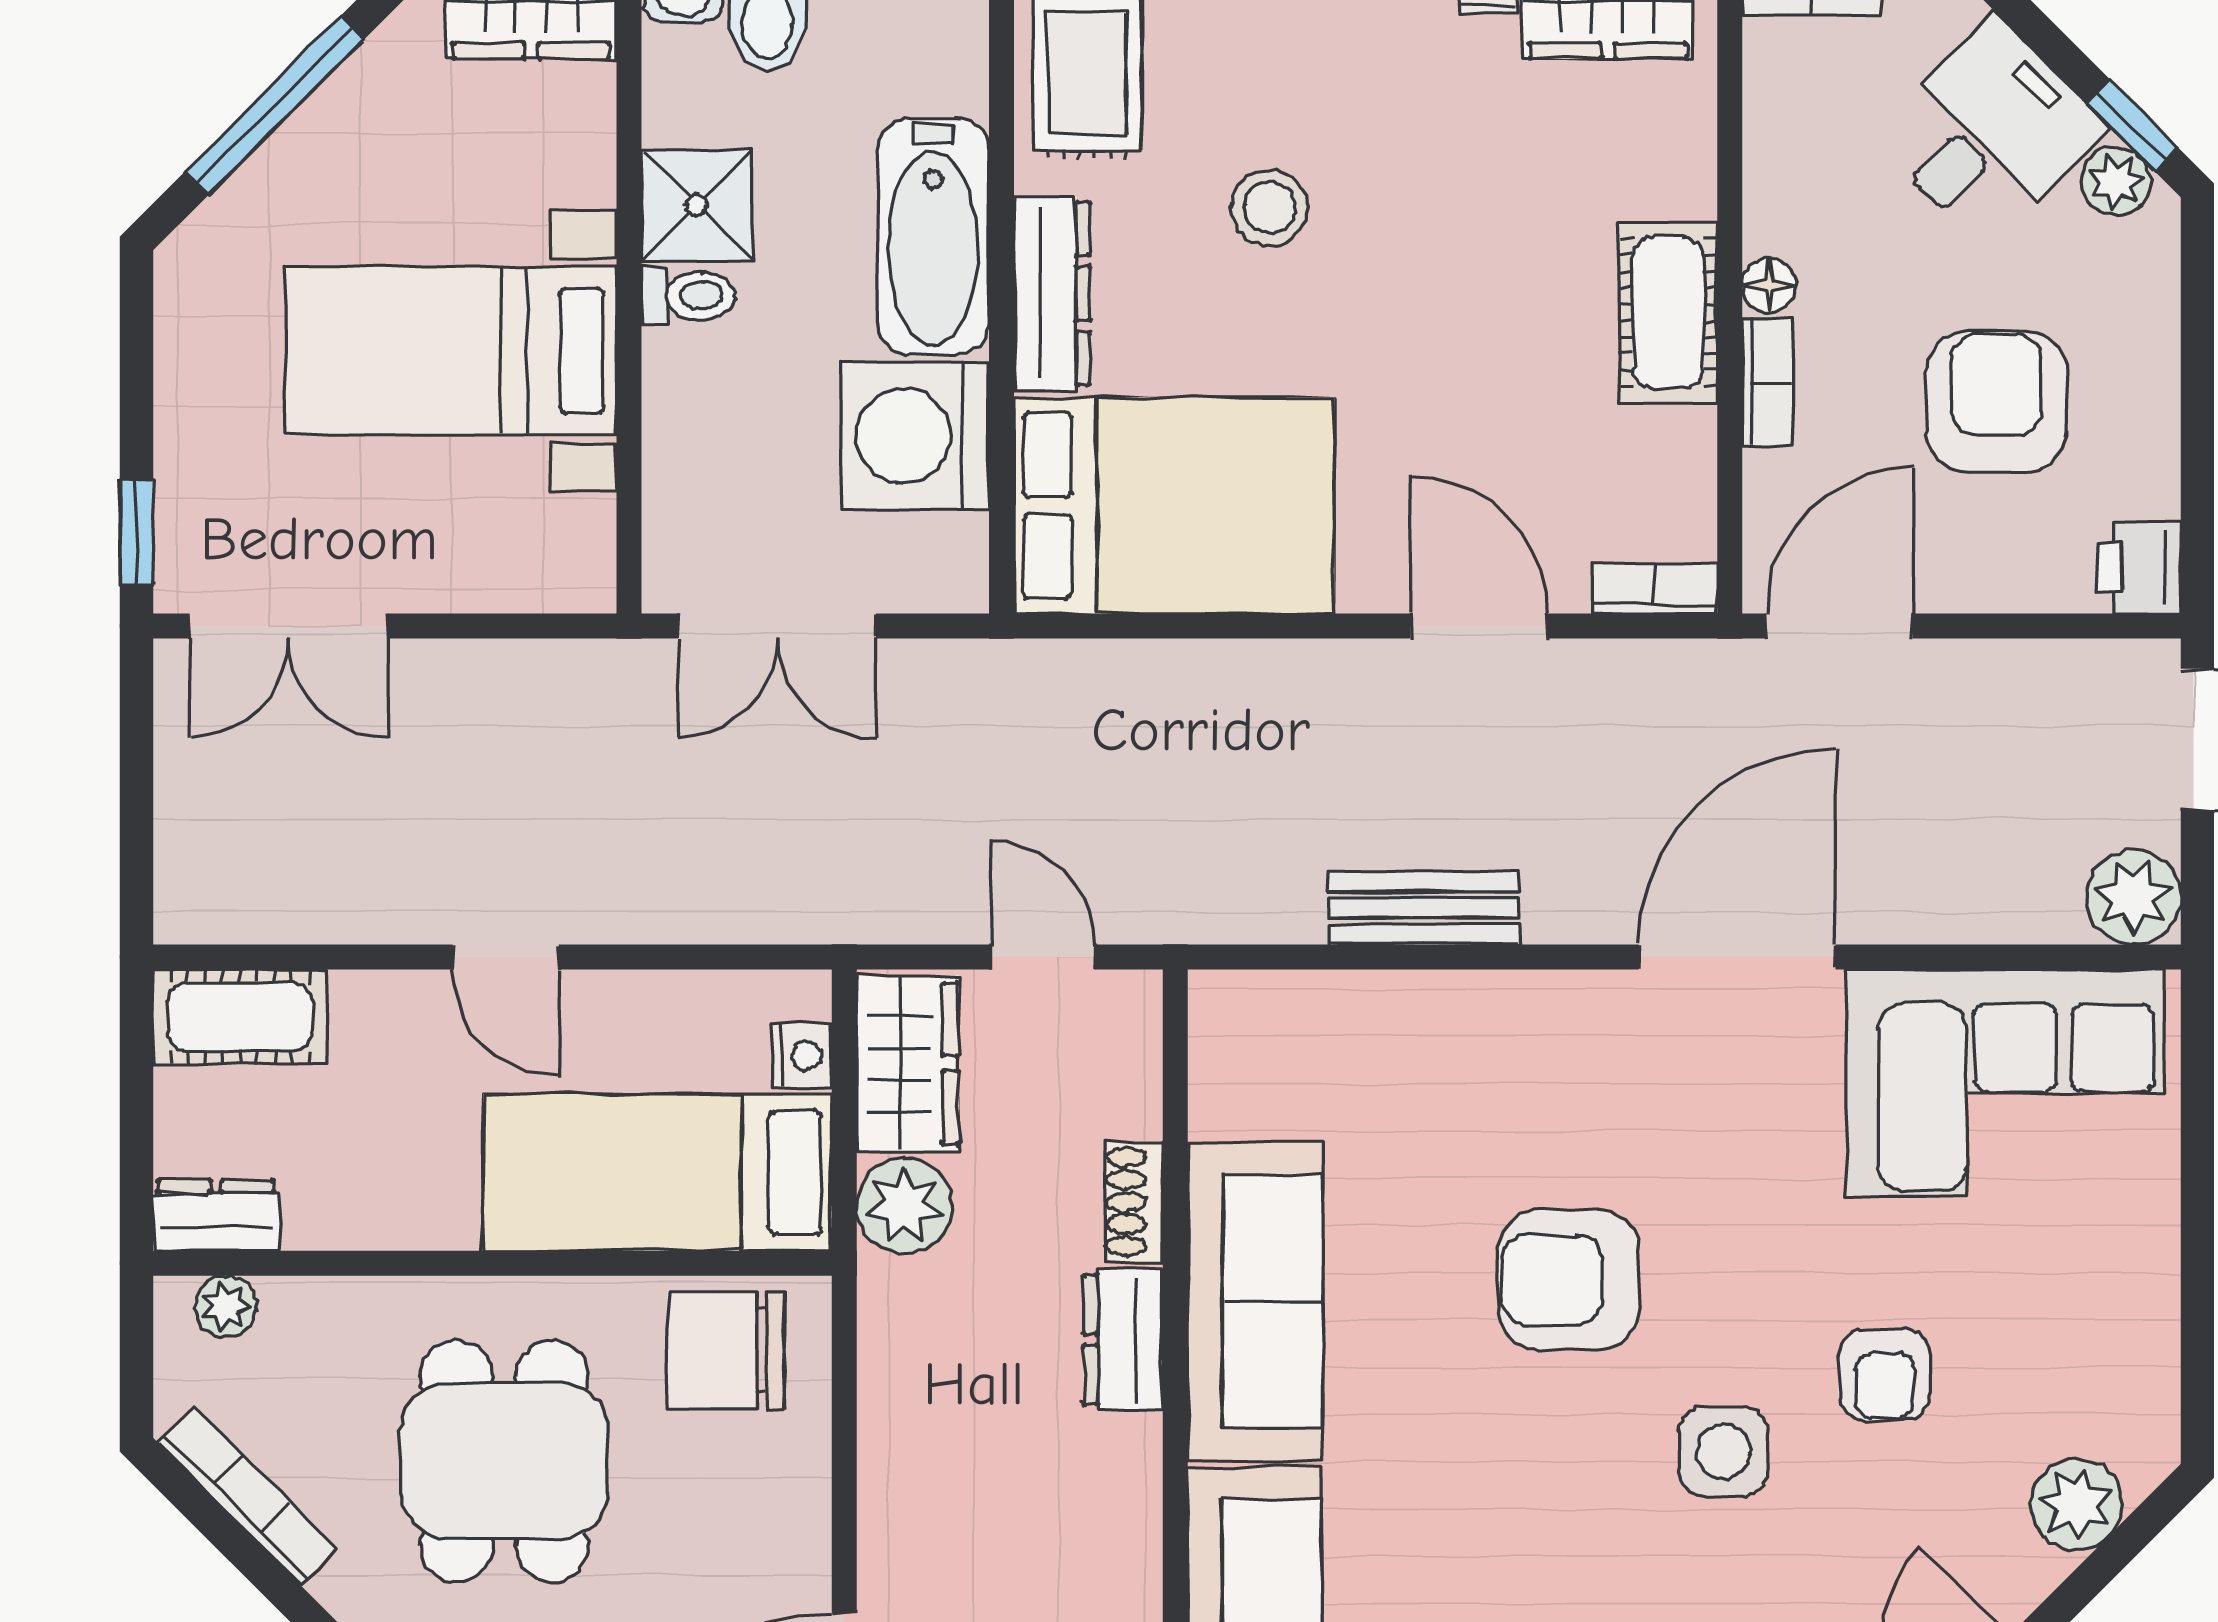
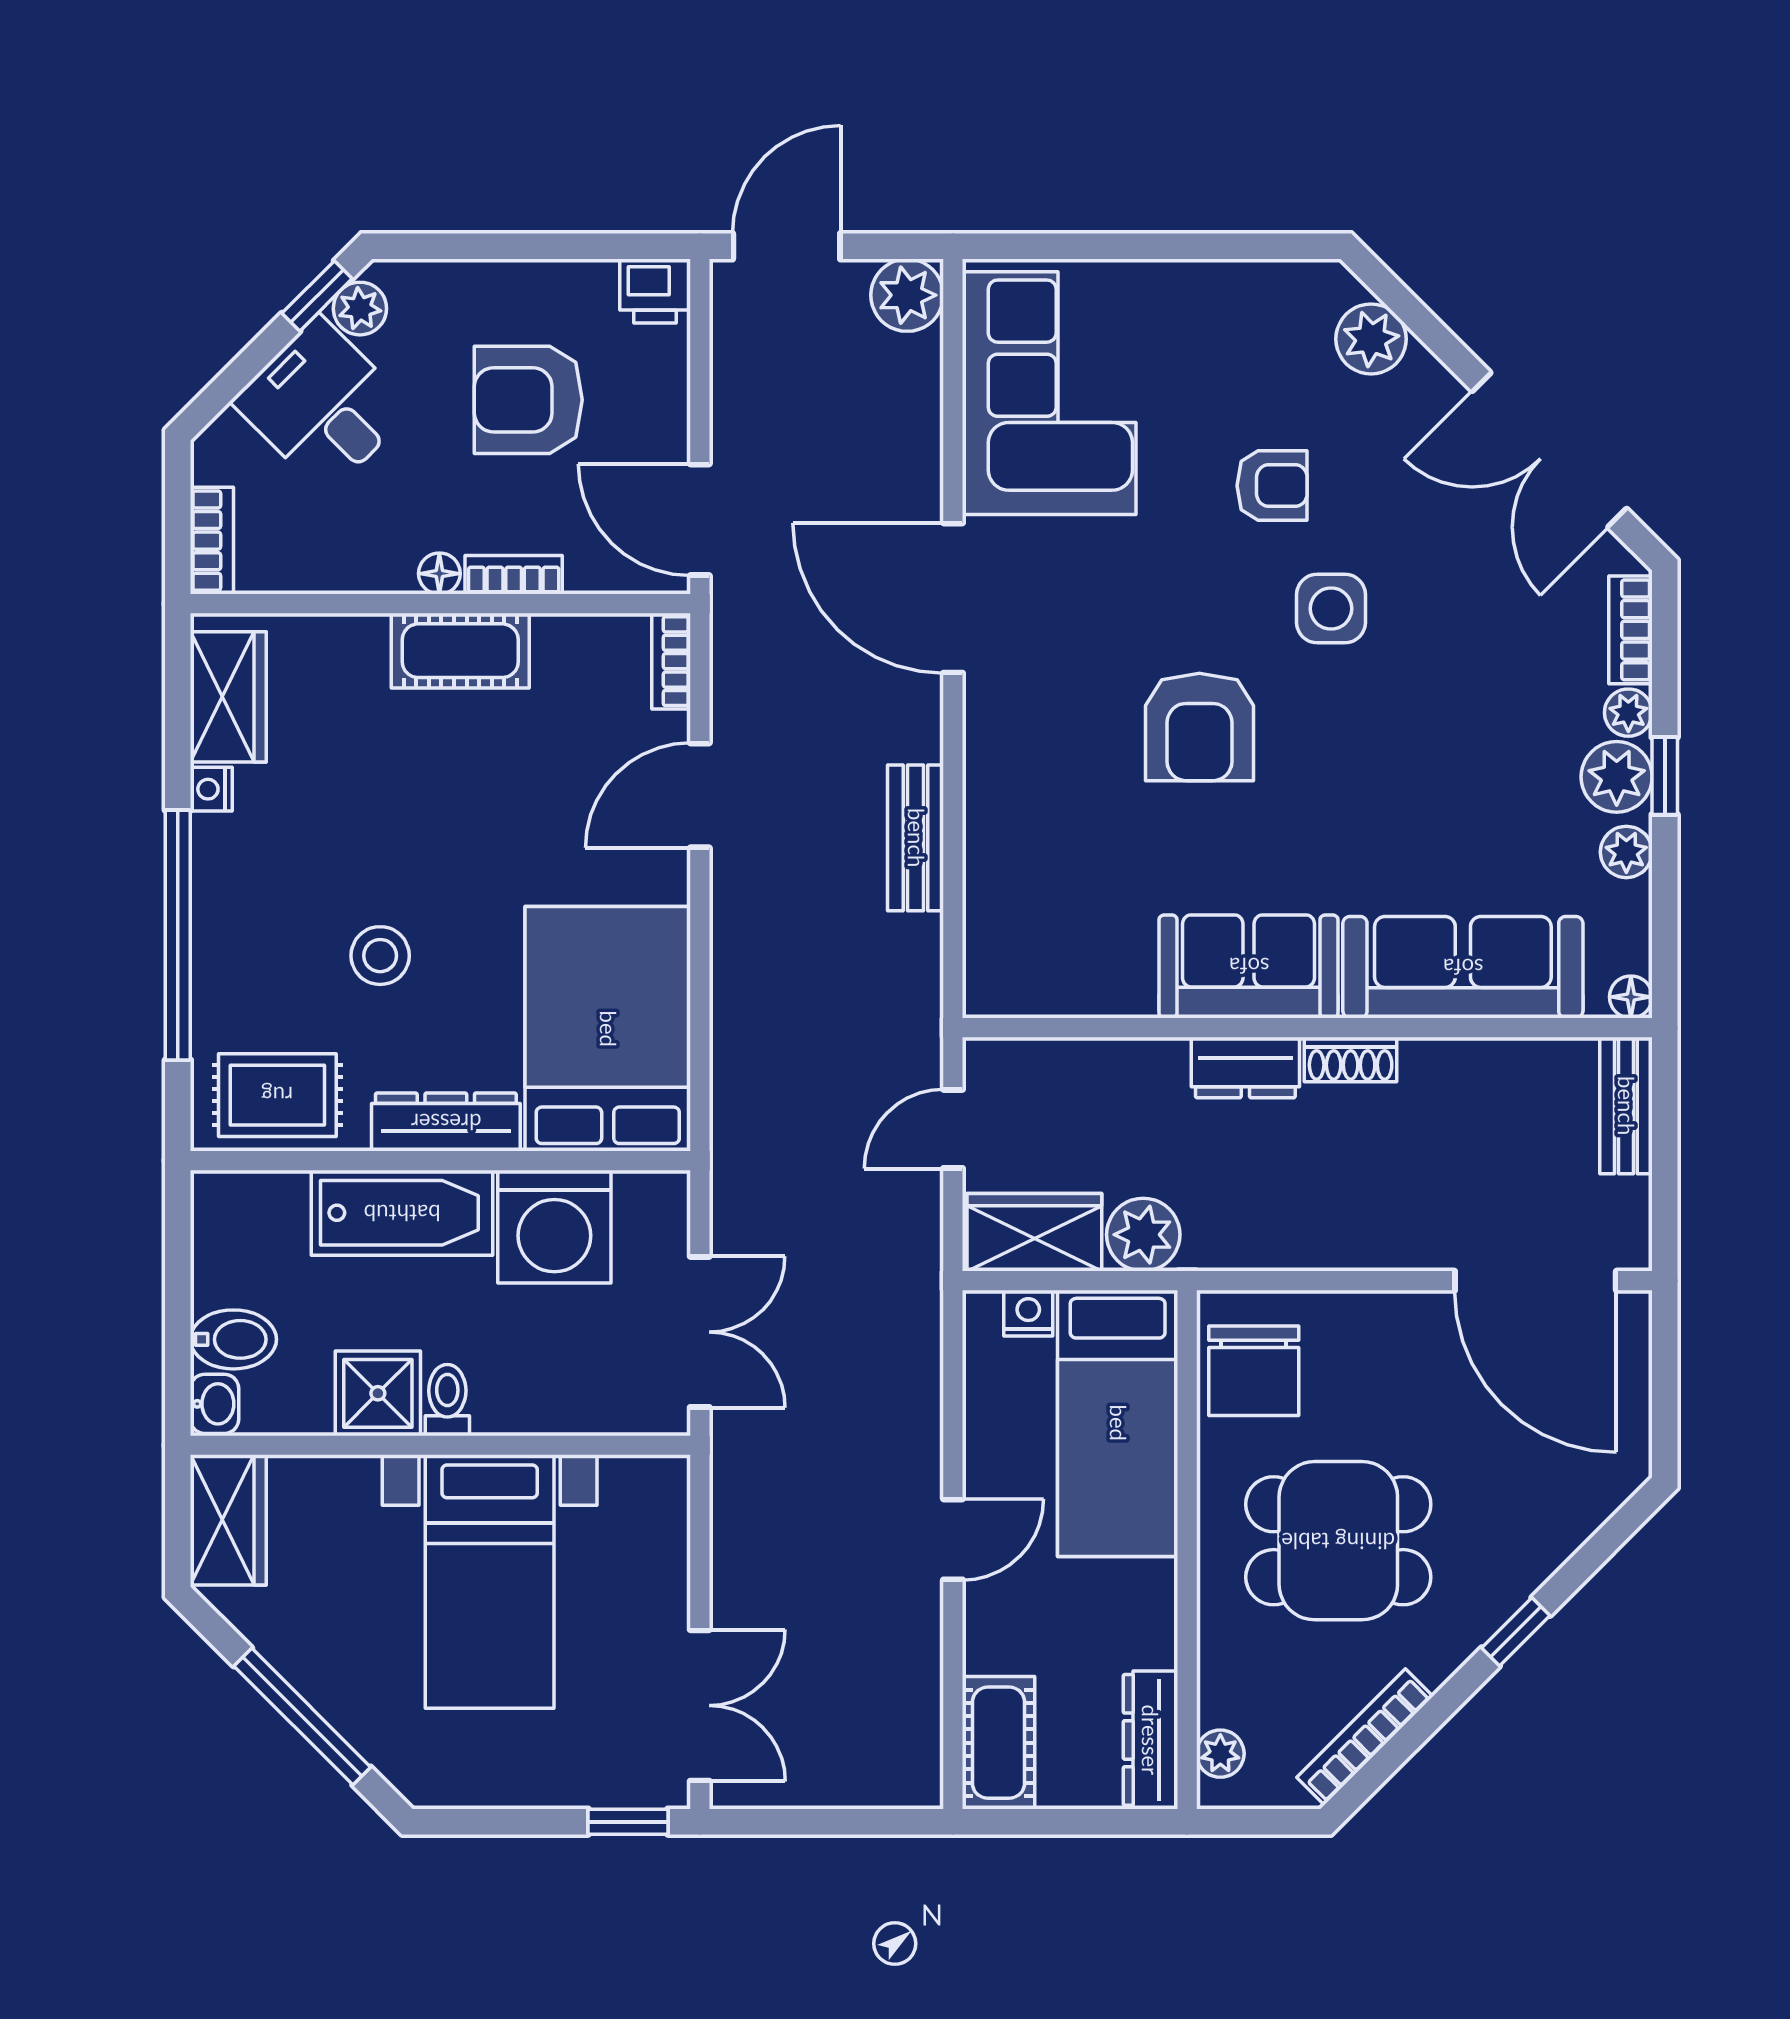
shoe rack: (1133, 1202) -> (1351, 1060), moved
dresser: (216, 1215) -> (1150, 1740), width x1.44
sofa: (1255, 1302) -> (1249, 966), width x0.73

